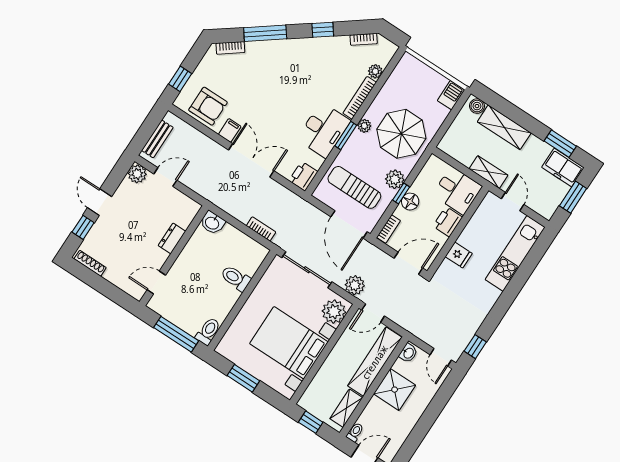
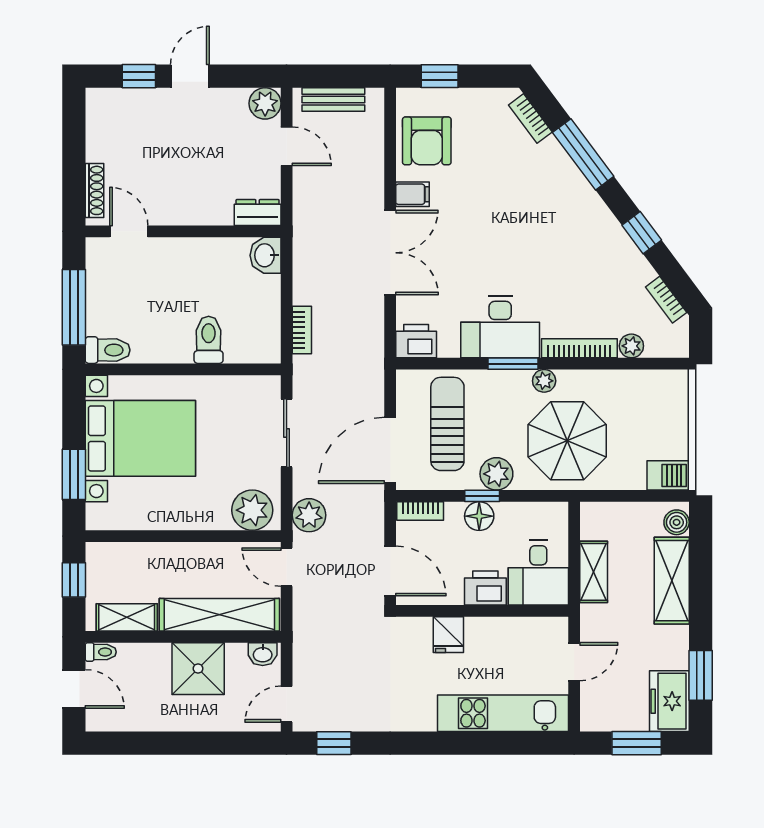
shelving: (488, 172) -> (594, 572), moved
dresser: (172, 238) -> (258, 213), moved
shoe rack: (90, 263) -> (95, 190), moved
sliding door: (307, 270) -> (287, 433), width x0.73
bed with nightstands: (289, 343) -> (140, 438), moved, turned 90
window: (243, 378) -> (74, 474), moved

